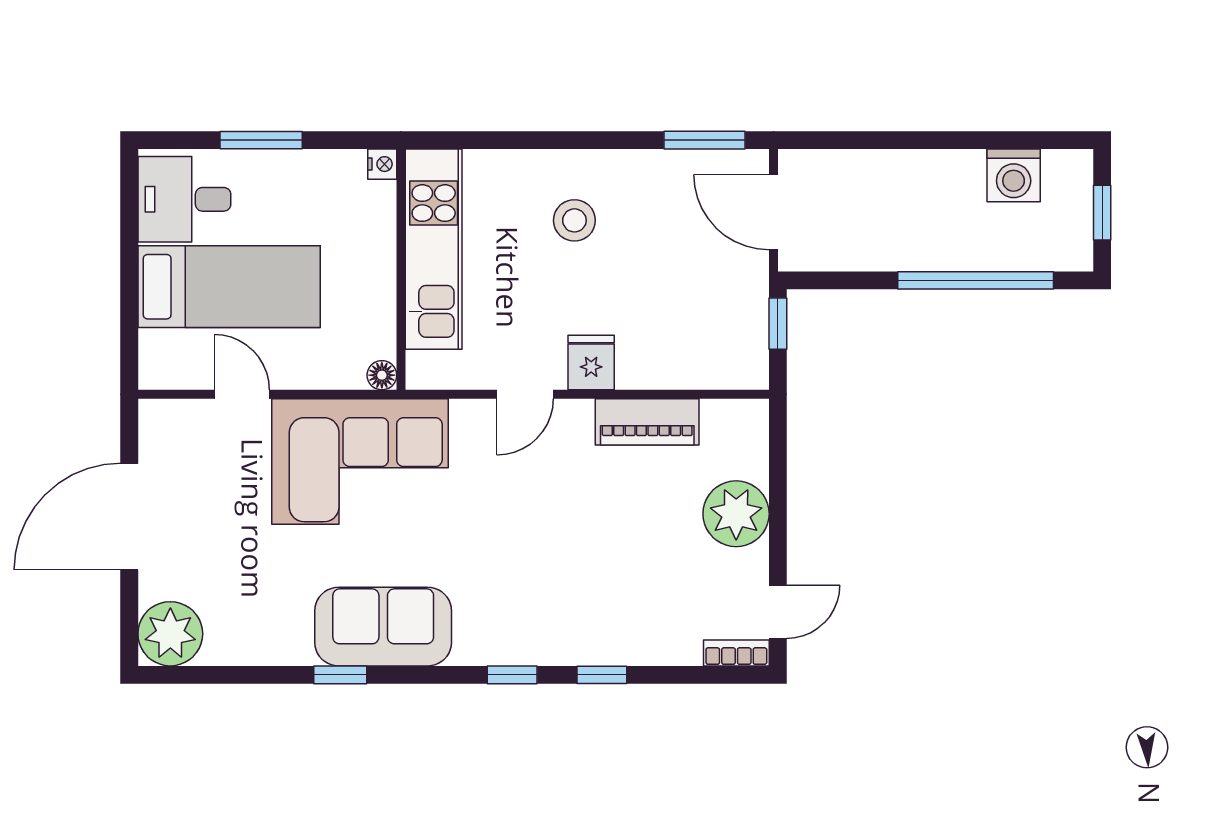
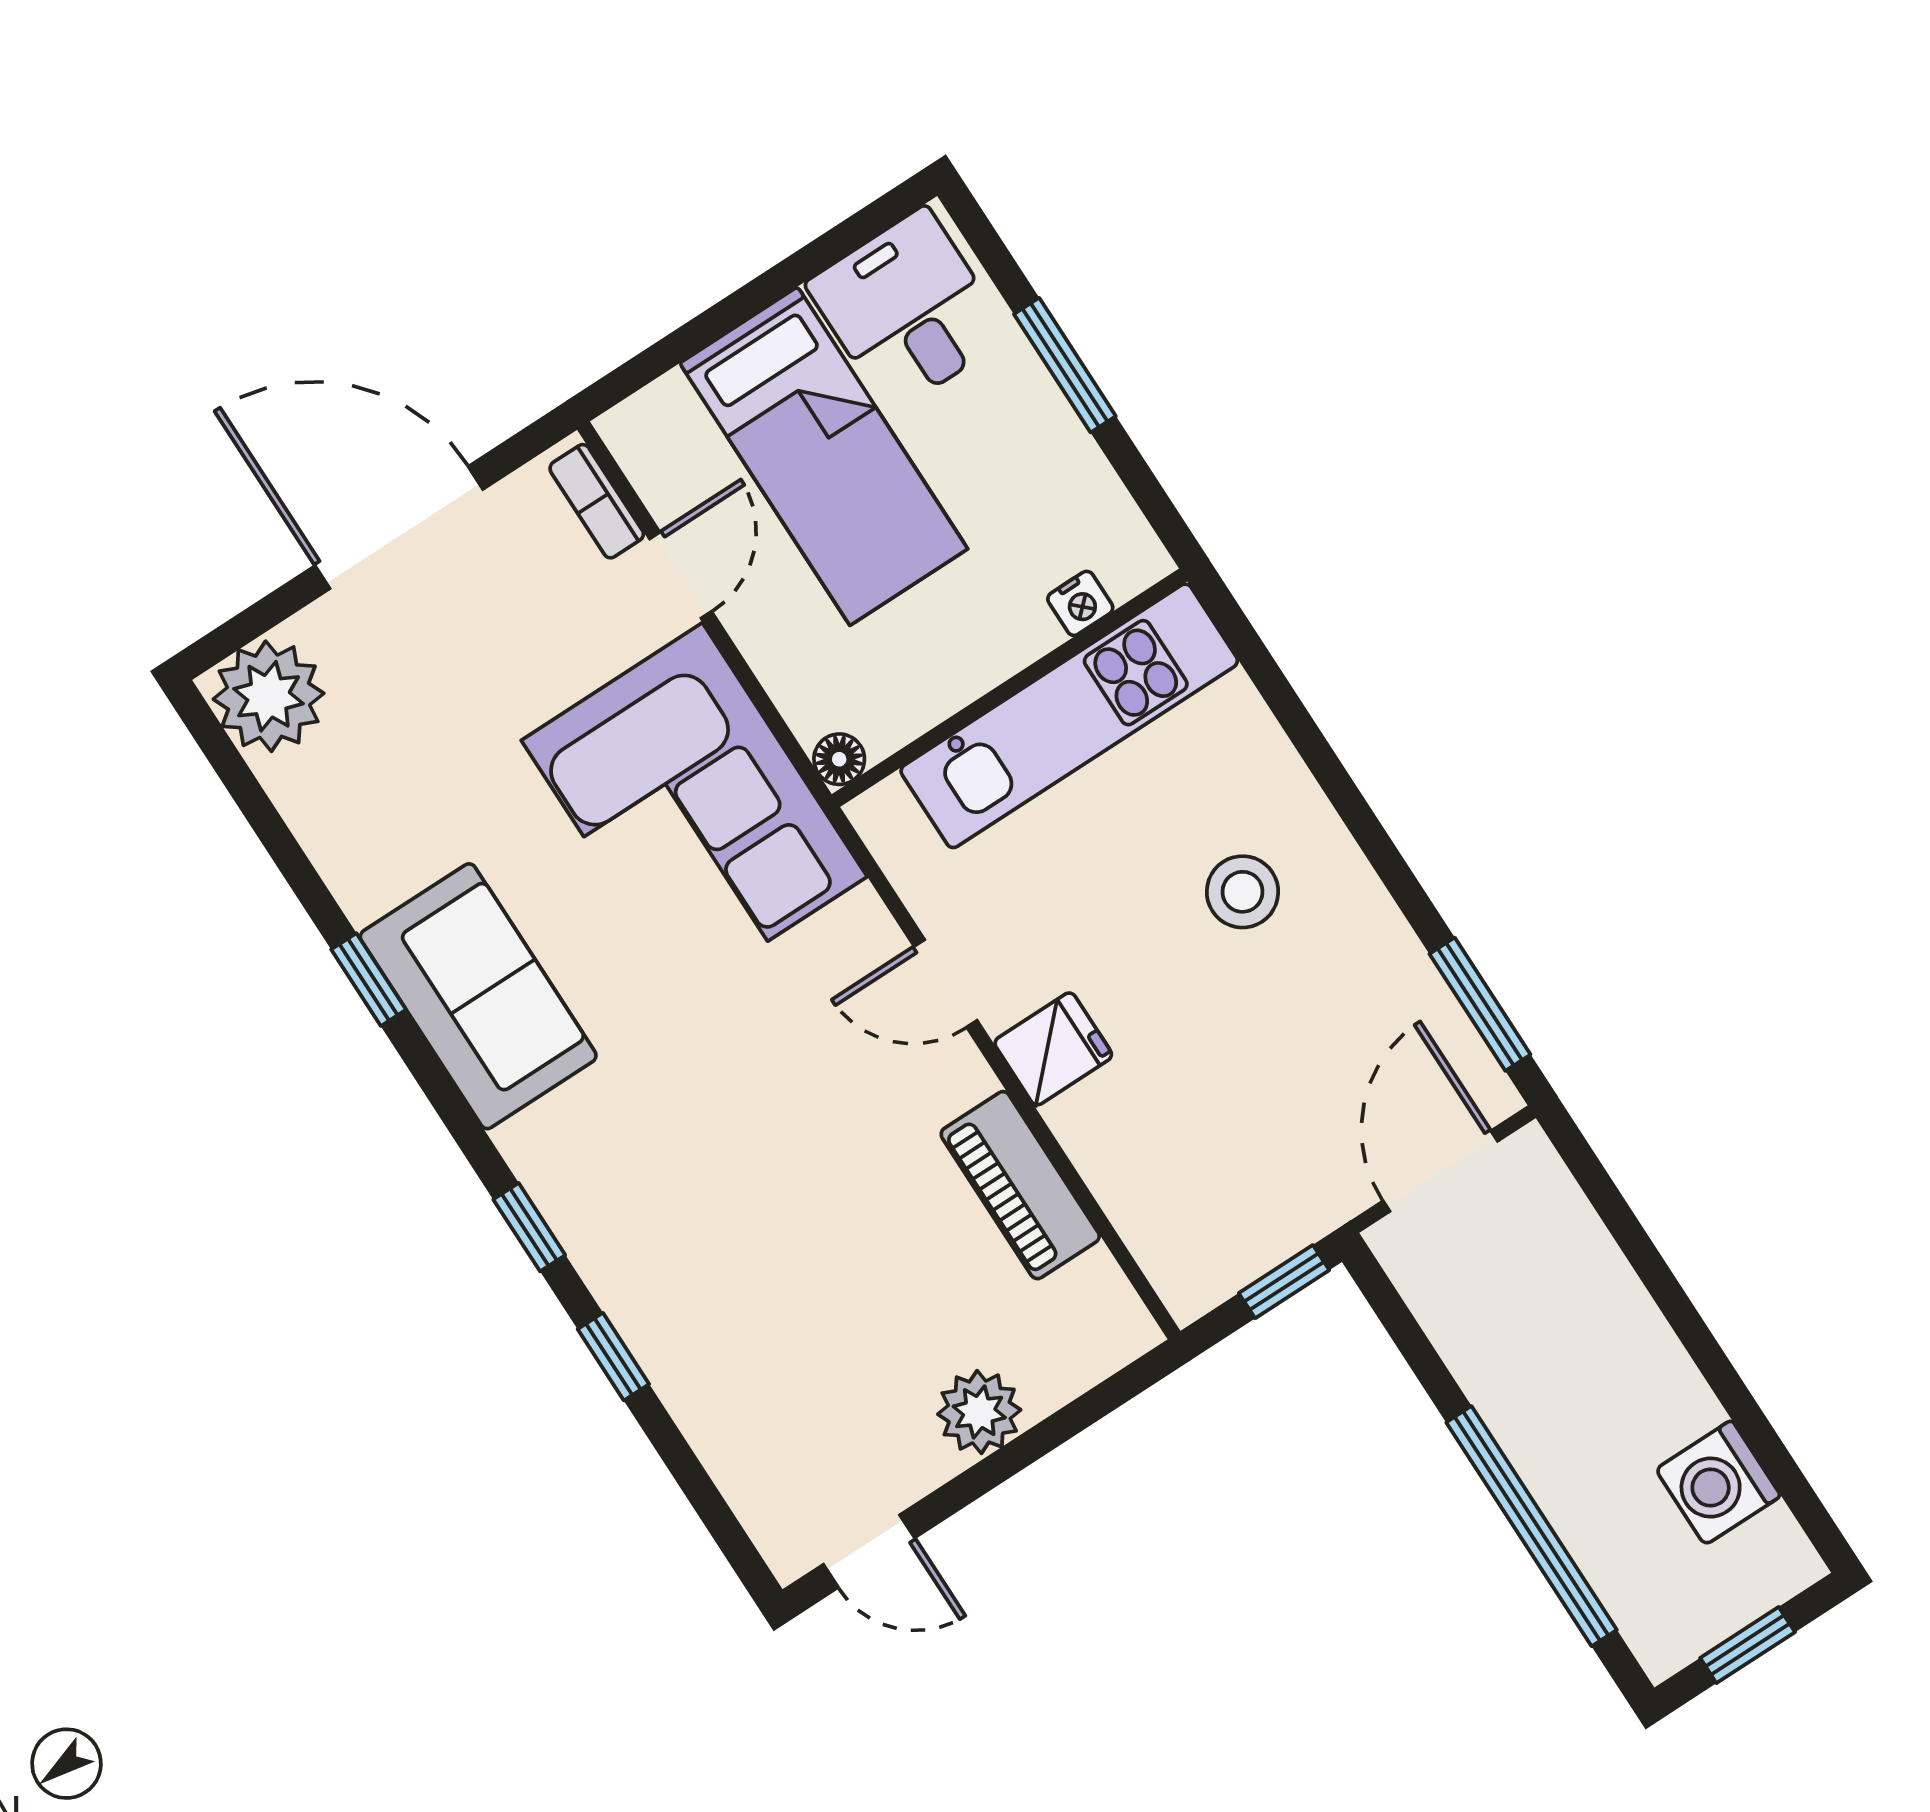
nightstand: (382, 164) -> (1080, 603), moved
plant: (736, 514) -> (979, 1412), width x0.73, depth x0.73
bookcase: (736, 653) -> (597, 501), moved, turned 180

